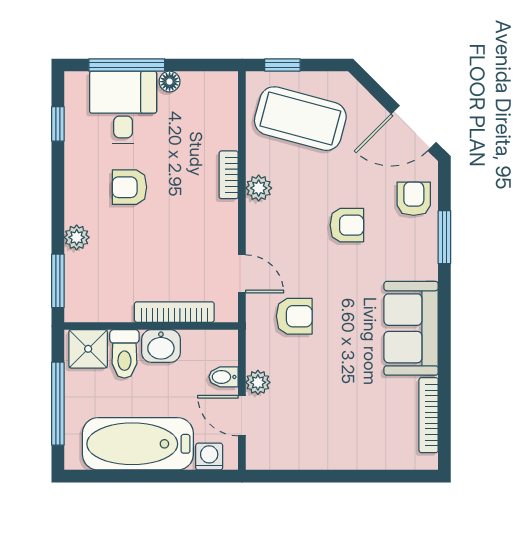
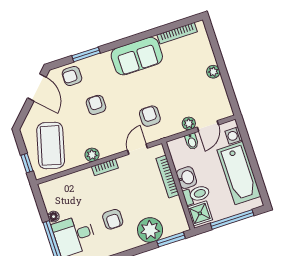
bookcase: (229, 175) -> (105, 167), moved
plant: (77, 237) -> (150, 230), width x1.87, depth x1.87
plant: (337, 458) -> (213, 72), added

